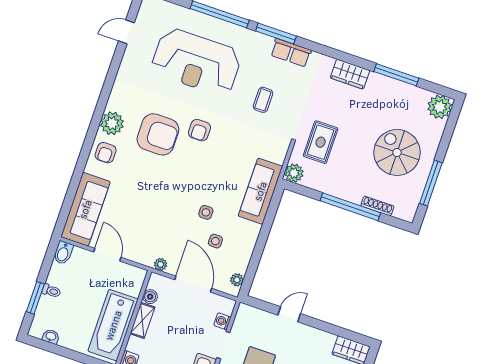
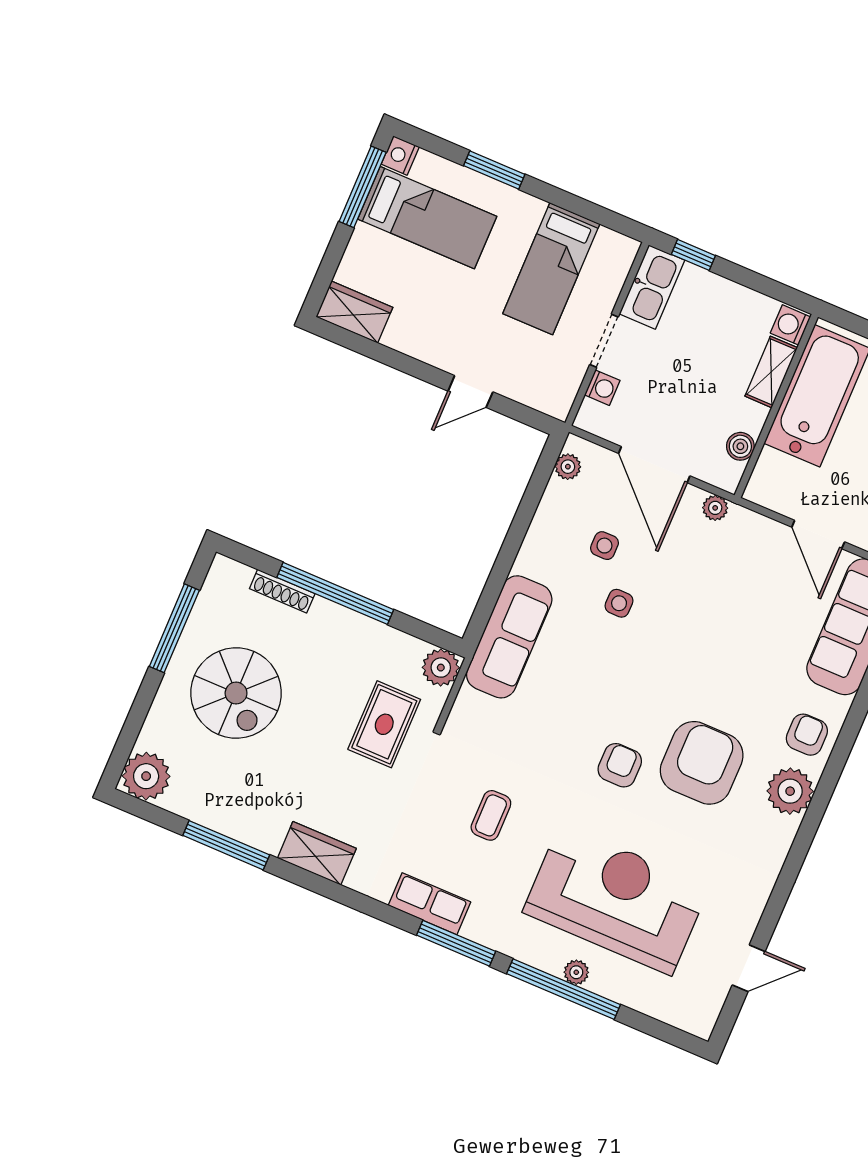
plant: (214, 23) -> (576, 972), added
armchair: (158, 134) -> (702, 763), turned 90
shelving: (142, 320) -> (771, 372), moved

